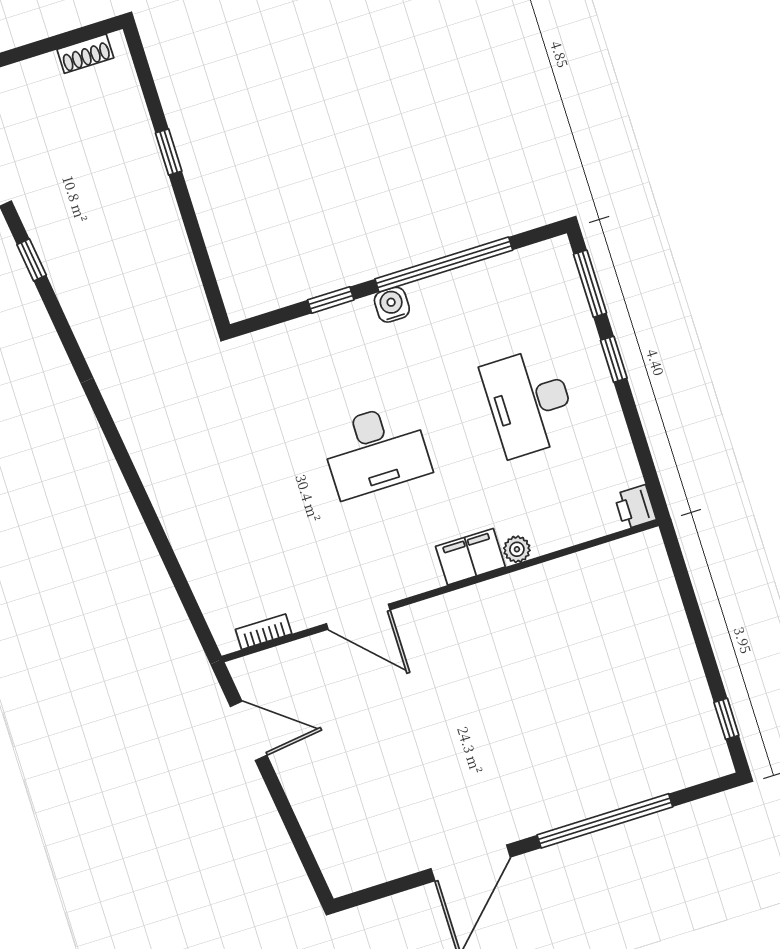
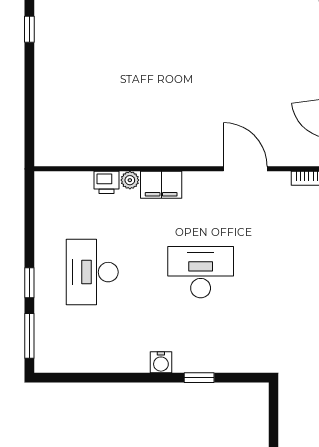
window: (444, 265) -> (119, 378), removed
desk: (529, 402) -> (92, 272), turned 180
printer: (635, 507) -> (107, 182), moved, turned 90

